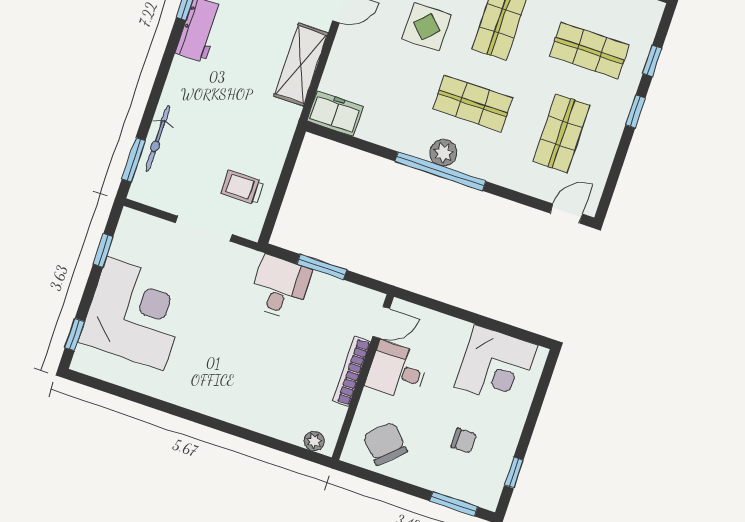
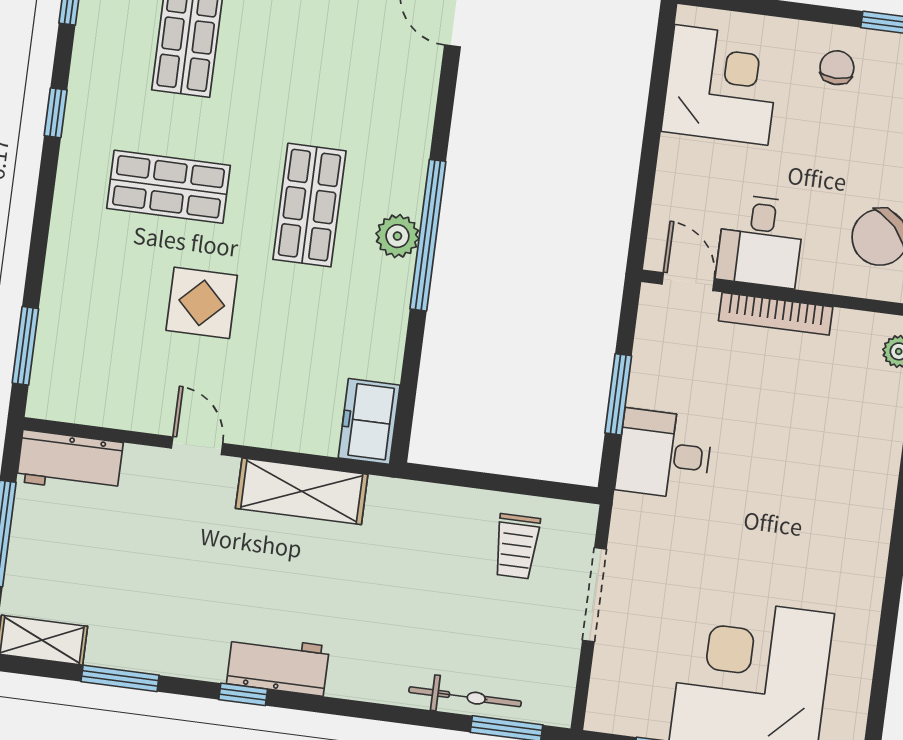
shop shelf: (561, 133) -> (329, 54), removed
chair: (464, 441) -> (837, 68), moved

